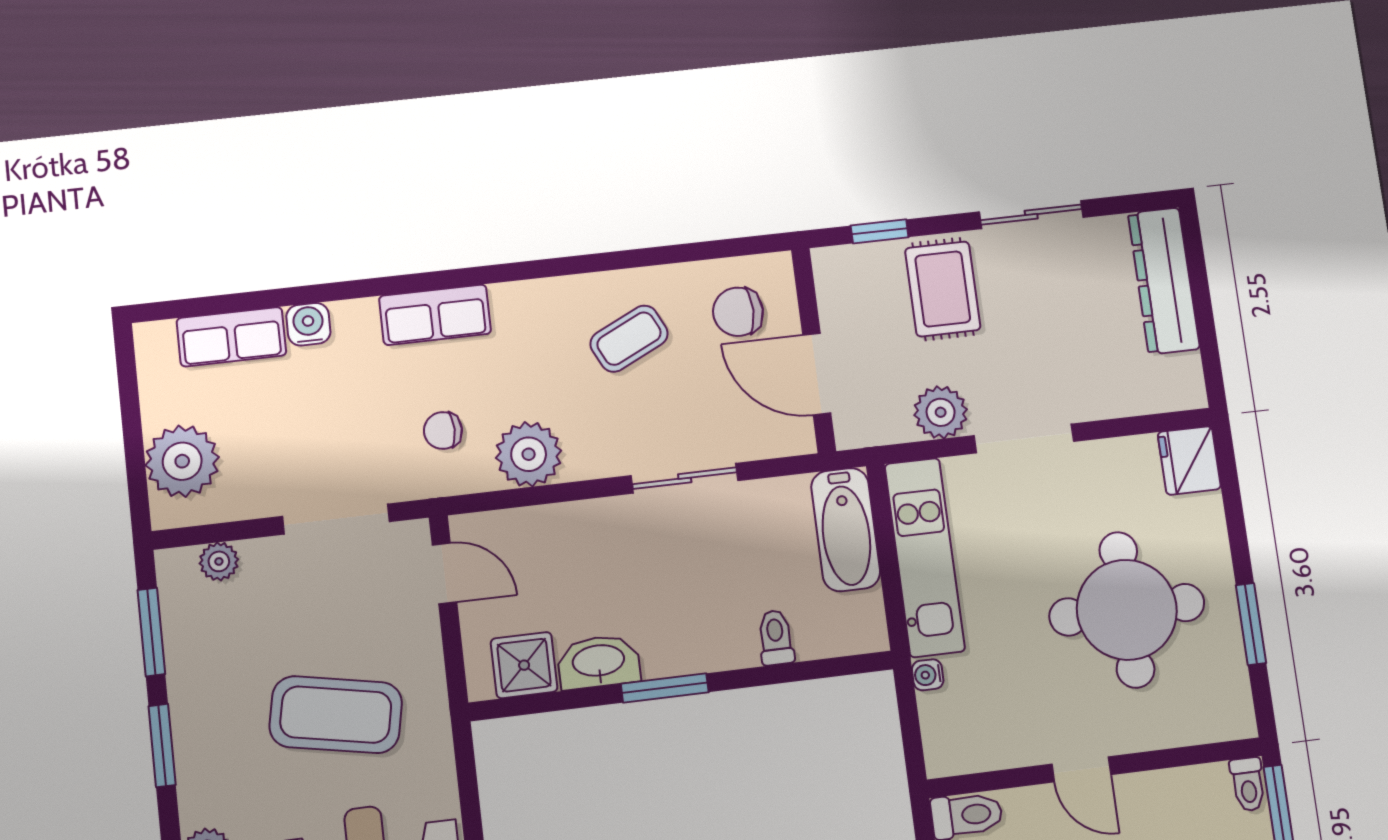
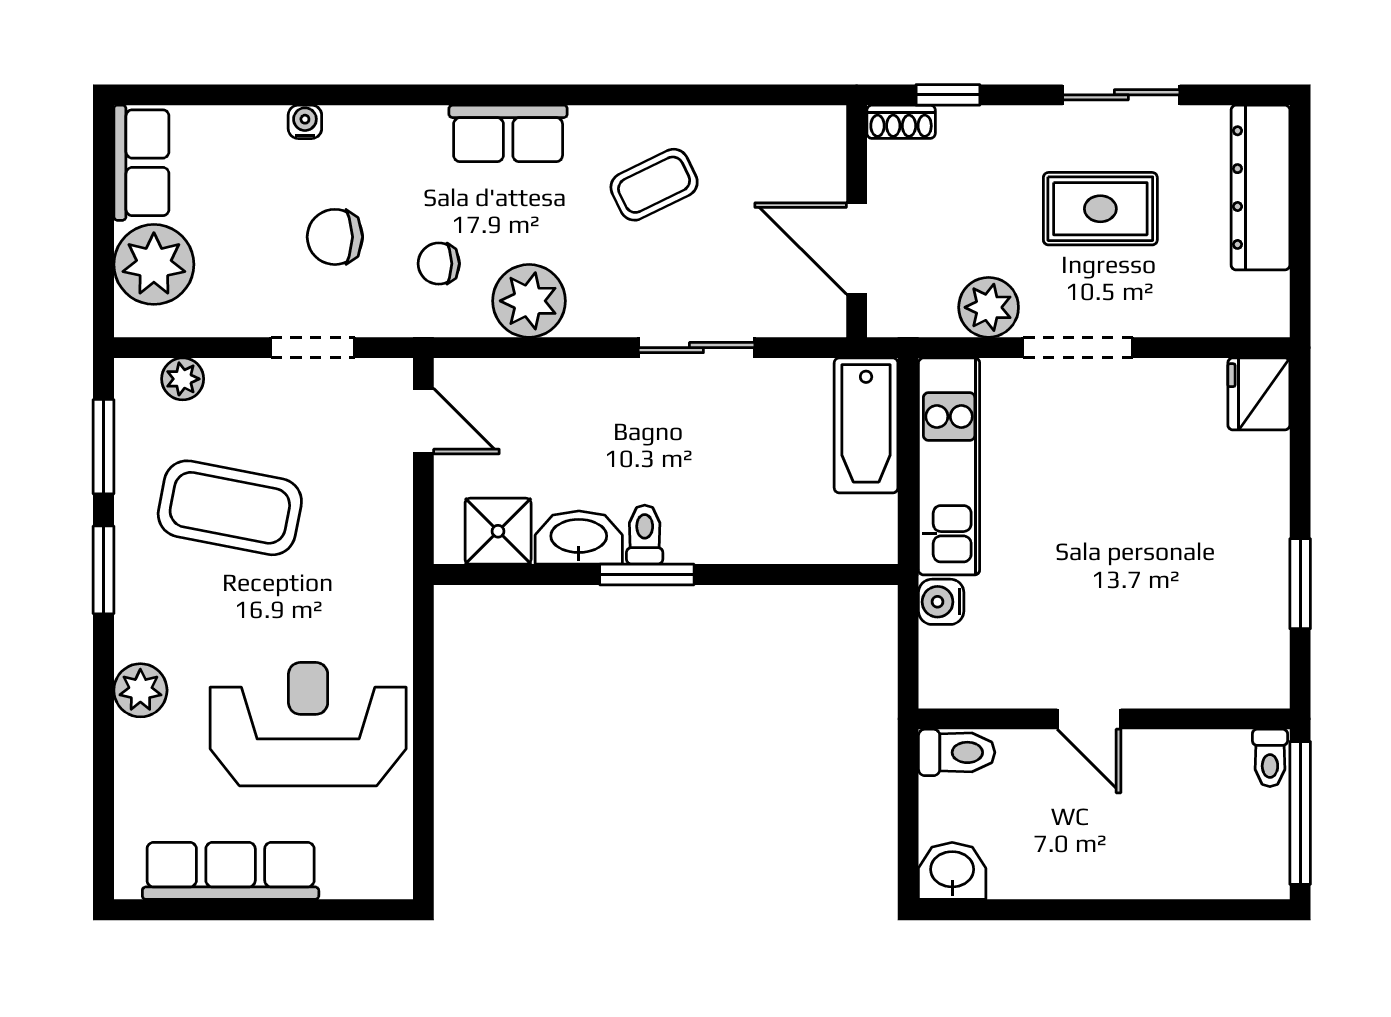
shoe rack: (841, 259) -> (901, 122), added
rug: (943, 289) -> (1100, 209), moved, turned 90
chair: (738, 312) -> (335, 237), moved
row of seats: (435, 315) -> (508, 133), moved
water cooler: (308, 324) -> (305, 122), width x0.72, depth x0.72
row of seats: (231, 337) -> (141, 163), moved, turned -90
doorway: (336, 519) -> (313, 348), width x0.73
round table: (1127, 610) -> (1165, 551), removed
toilet: (776, 638) -> (645, 535), moved
water cooler: (928, 675) -> (941, 602), width x1.38, depth x1.38
coffee table: (336, 715) -> (230, 508), moved

